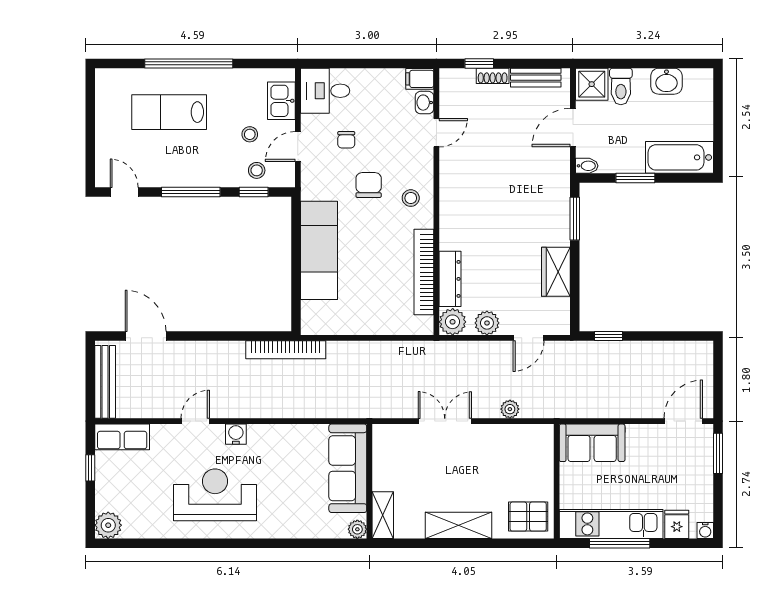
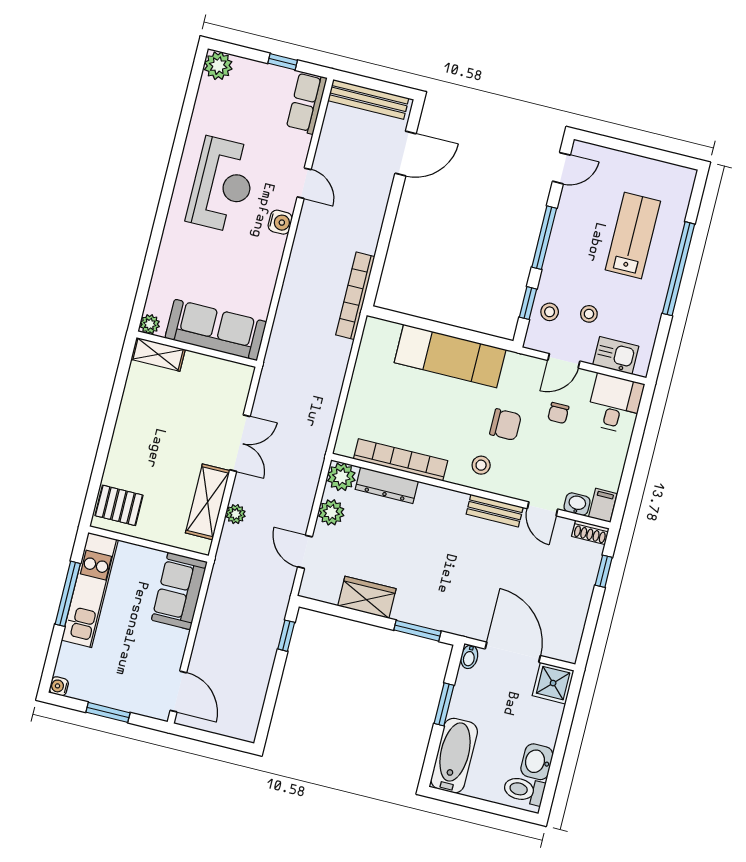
shoe rack: (493, 76) -> (590, 532), moved, turned -90
bench: (536, 78) -> (495, 511), moved, turned 90
toilet: (621, 86) -> (524, 790), moved
door: (573, 127) -> (513, 652), width x1.36
chair: (346, 140) -> (558, 413), turned -90
door: (298, 147) -> (564, 361), swing flipped
window: (718, 453) -> (108, 712), moved
pallet: (528, 517) -> (119, 505), turned 90
fridge: (677, 524) -> (73, 658), removed
shelving: (458, 525) -> (208, 502), moved

